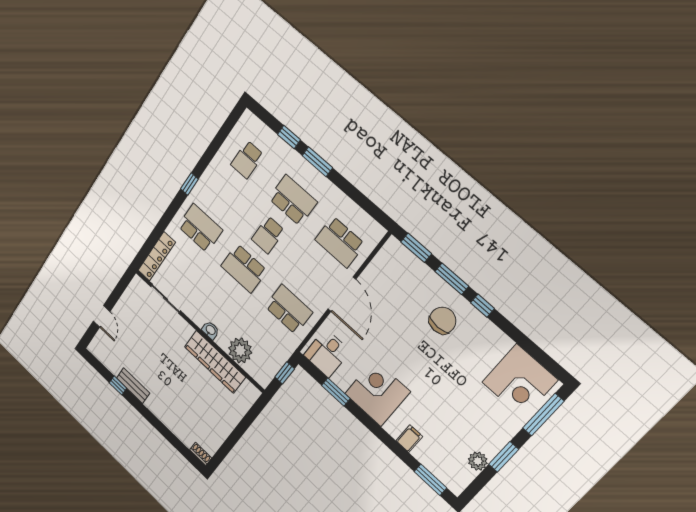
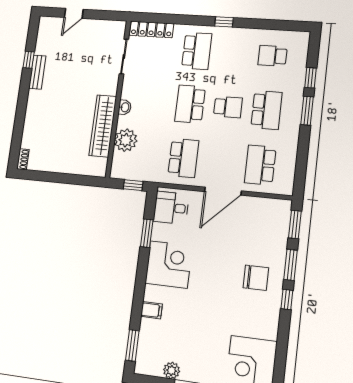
school desk: (268, 235) -> (228, 107), turned 180

